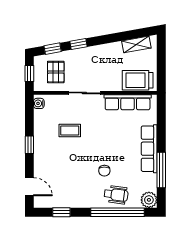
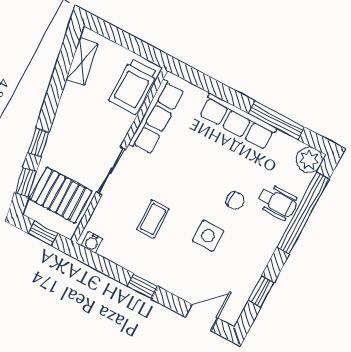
pallet: (56, 72) -> (61, 195), width x1.50, depth x1.42
side table: (77, 166) -> (208, 236), added
wheelchair: (116, 195) -> (277, 202), turned 82

